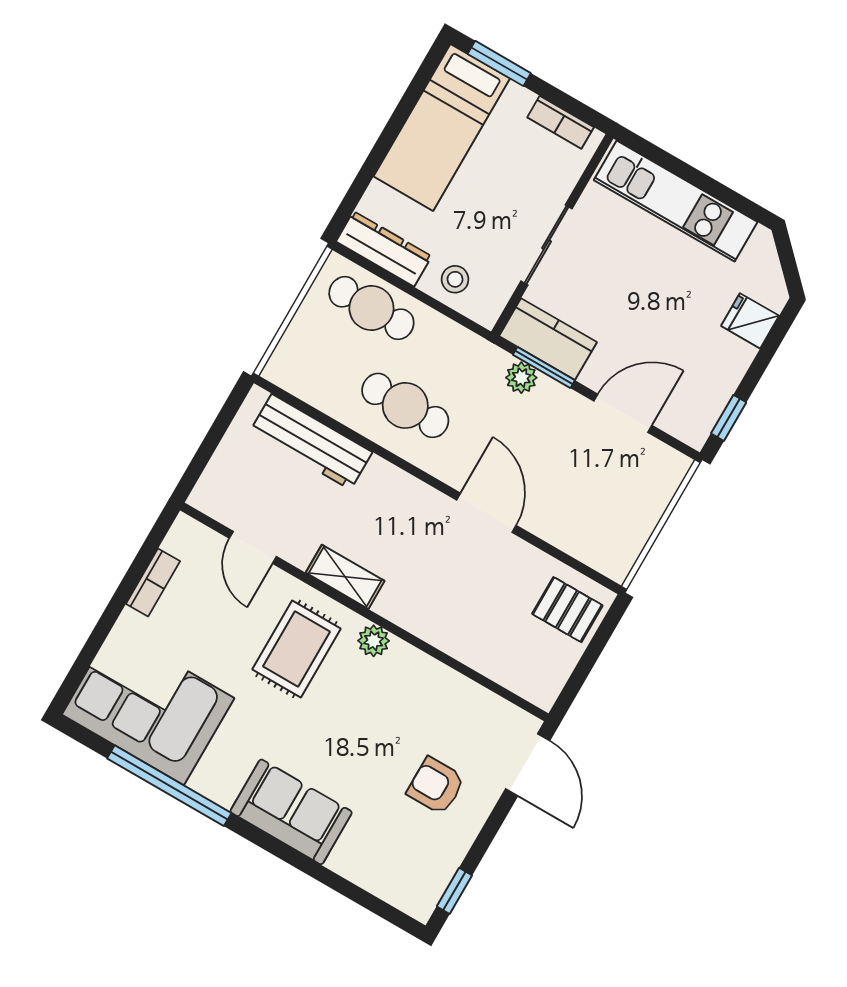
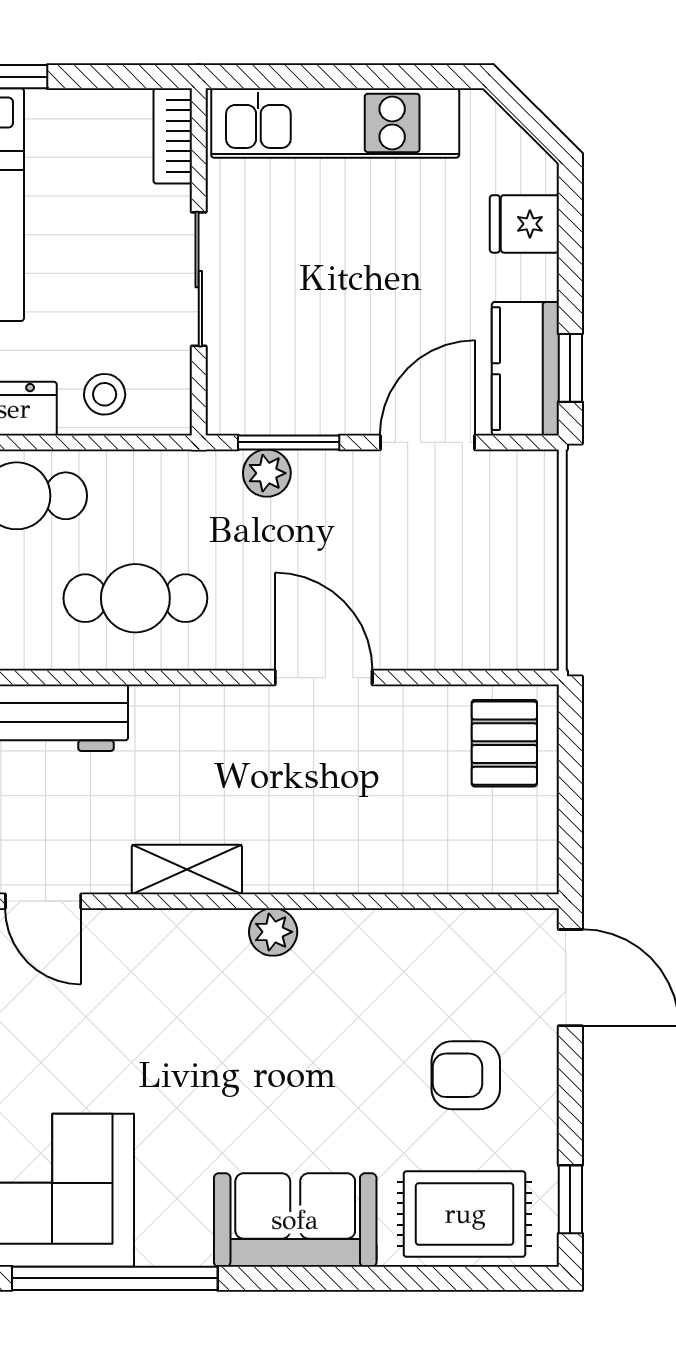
bookcase: (561, 122) -> (173, 136), moved, turned 90
kitchen counter: (548, 339) -> (525, 369), moved, turned -90
pallet: (567, 610) -> (504, 743), turned 90
rug: (296, 649) -> (465, 1214), moved, turned 90

